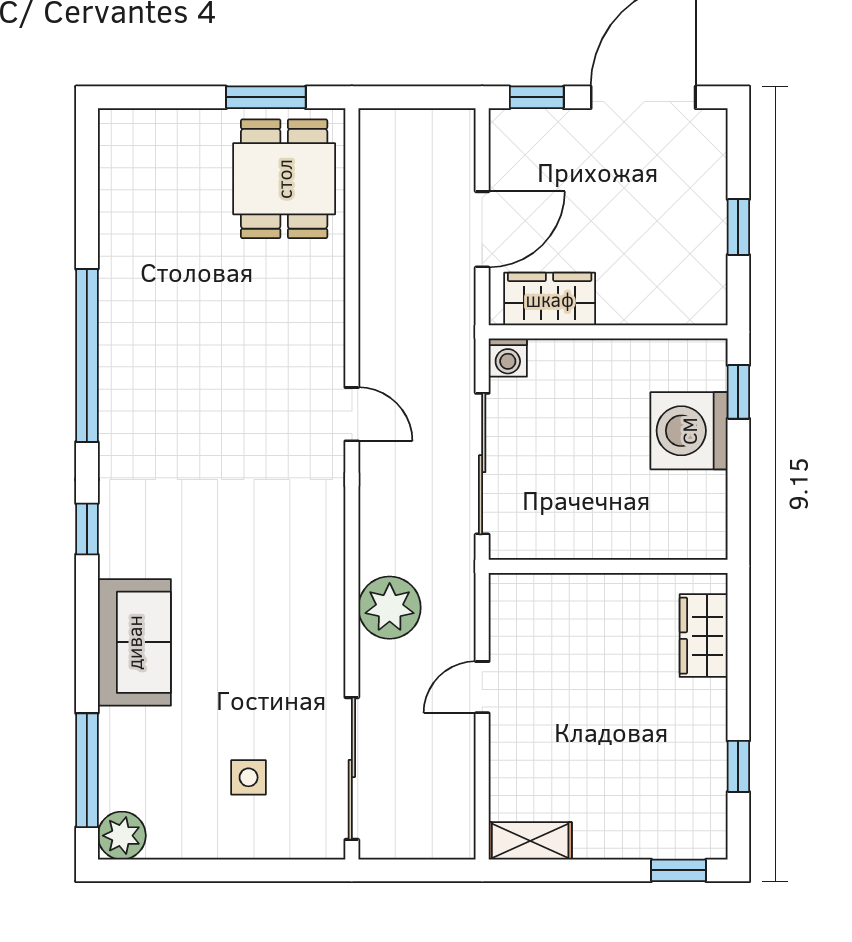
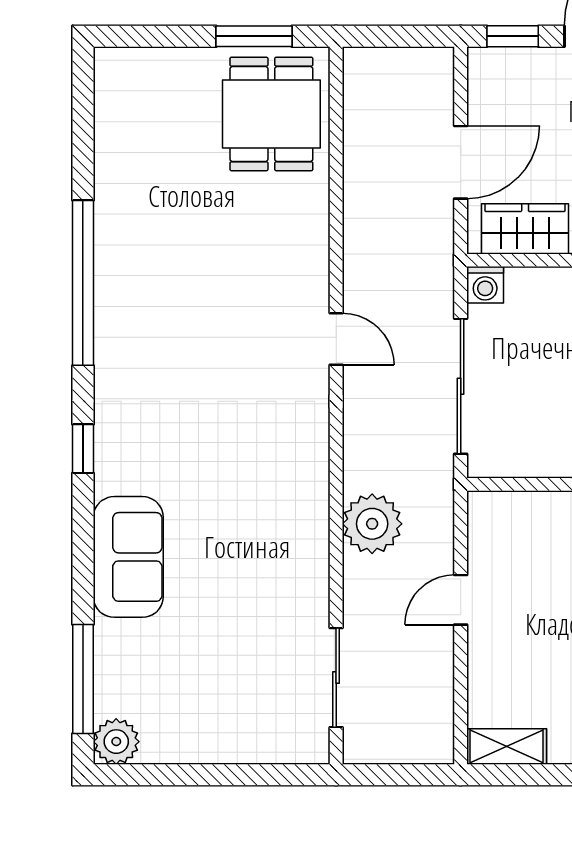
sliding door: (352, 769) -> (336, 678), width x0.73
side table: (249, 777) -> (237, 686), removed

